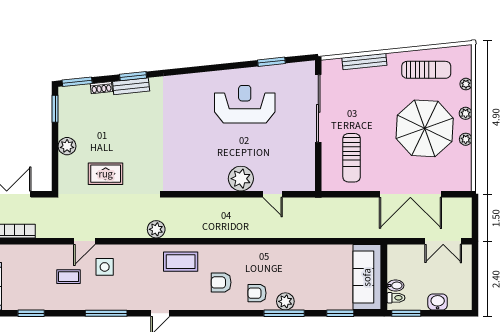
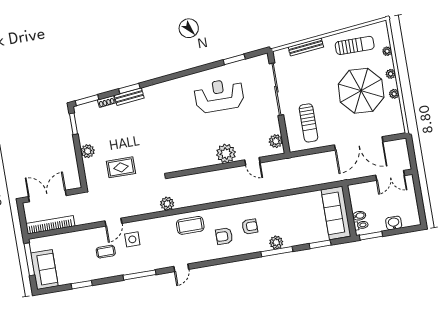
plant: (306, 174) -> (276, 141), added
armchair: (257, 293) -> (250, 227), moved, turned 180

